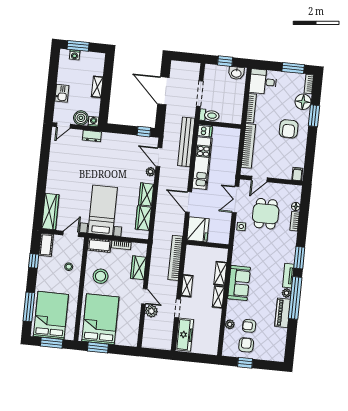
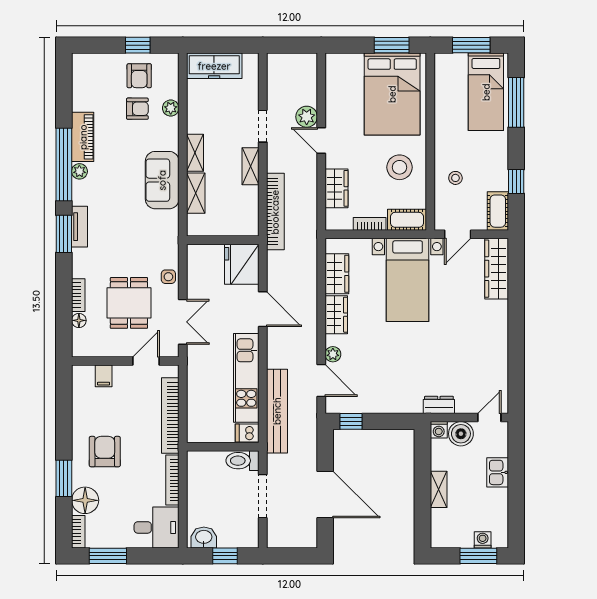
filing cabinet: (297, 174) -> (104, 376), moved
tv unit: (288, 276) -> (79, 227), moved
bed: (51, 315) -> (486, 92), width x0.67
freezer: (185, 335) -> (214, 66), moved, turned -90

